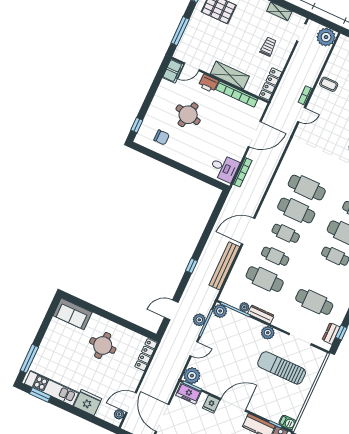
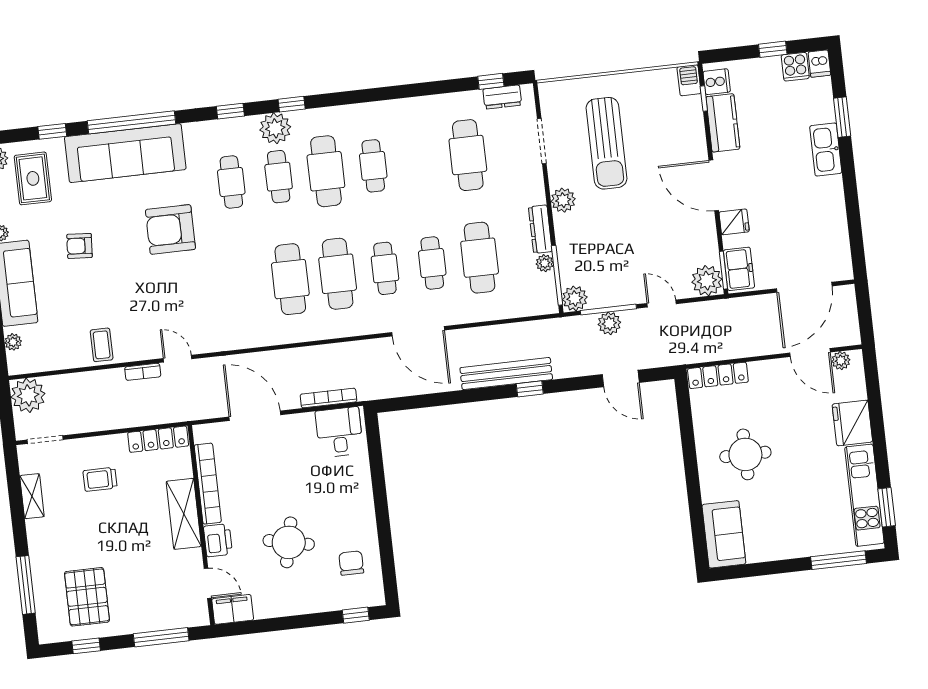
bench: (224, 266) -> (506, 374), moved

